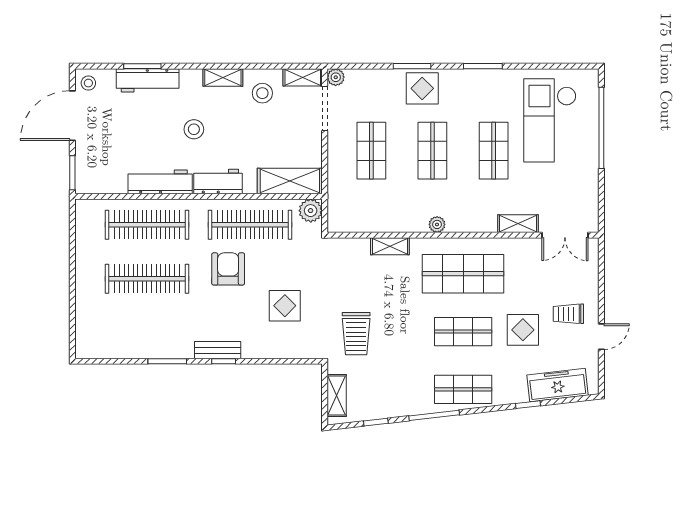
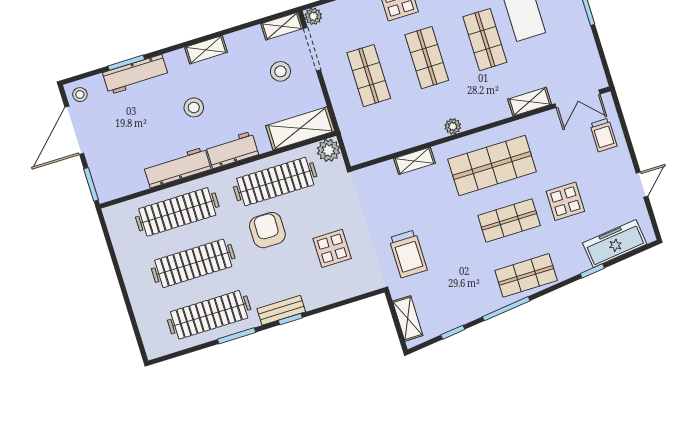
stool: (262, 93) -> (280, 71), moved
trolley: (568, 314) -> (603, 135), moved, turned -90
clothes rail: (147, 333) -> (209, 315), added

